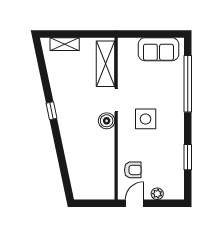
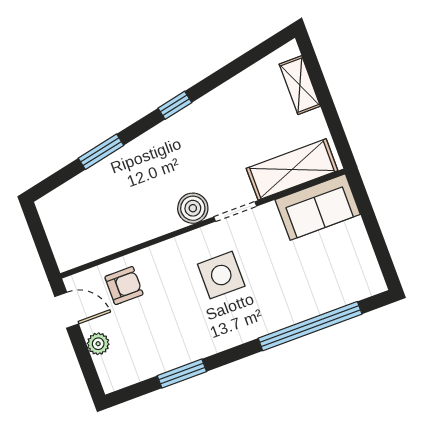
sofa: (158, 49) -> (318, 207), moved, turned -90
window: (61, 157) -> (101, 152), added
armchair: (133, 170) -> (124, 286), turned -90

